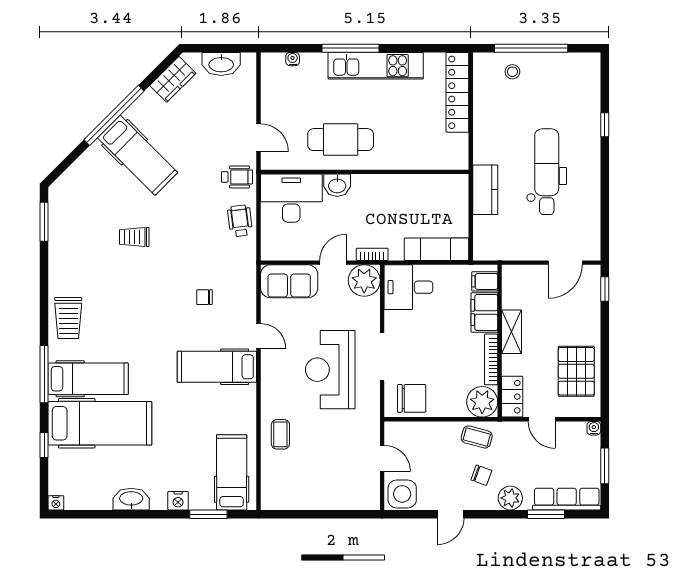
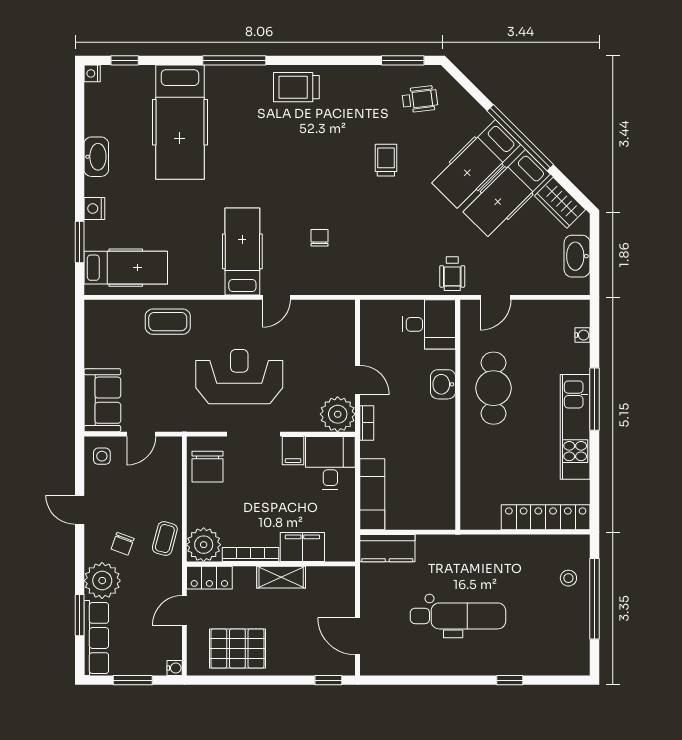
kitchen counter: (485, 190) -> (387, 548), moved
desk: (291, 198) -> (429, 324), width x0.73
wheelchair: (240, 221) -> (420, 99), moved
sofa: (289, 281) -> (102, 400), moved, turned 180
filing cabinet: (485, 281) -> (293, 451), moved, turned 180
hospital bed: (88, 379) -> (507, 193), moved, turned 45
coffee table: (280, 434) -> (168, 322), width x1.36, depth x1.30
window: (44, 445) -> (125, 60), moved
side table: (402, 494) -> (102, 456), width x0.54, depth x0.54
plant: (510, 498) -> (102, 581), width x1.36, depth x1.36

